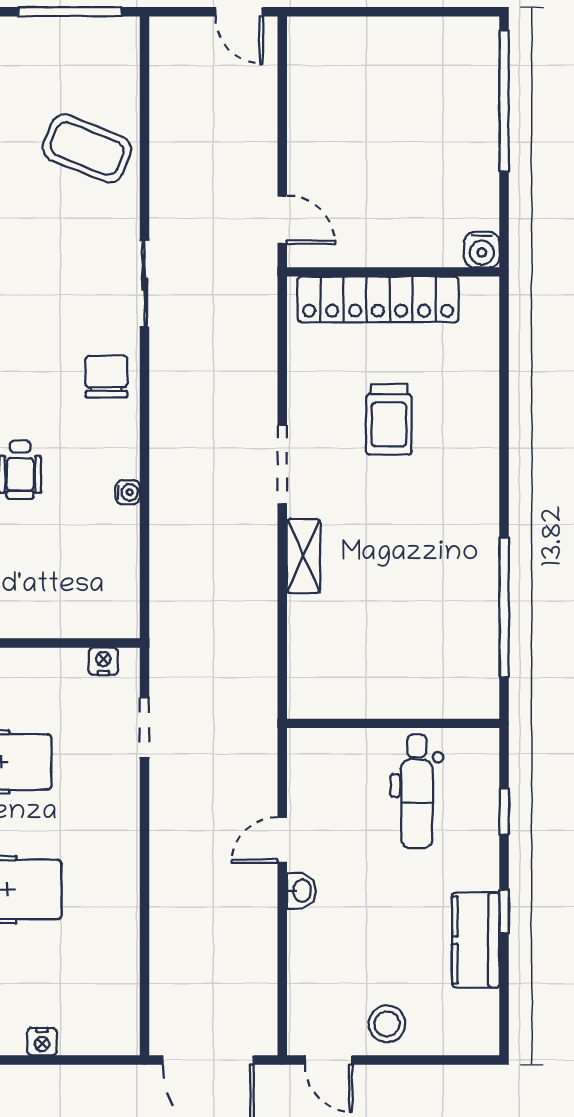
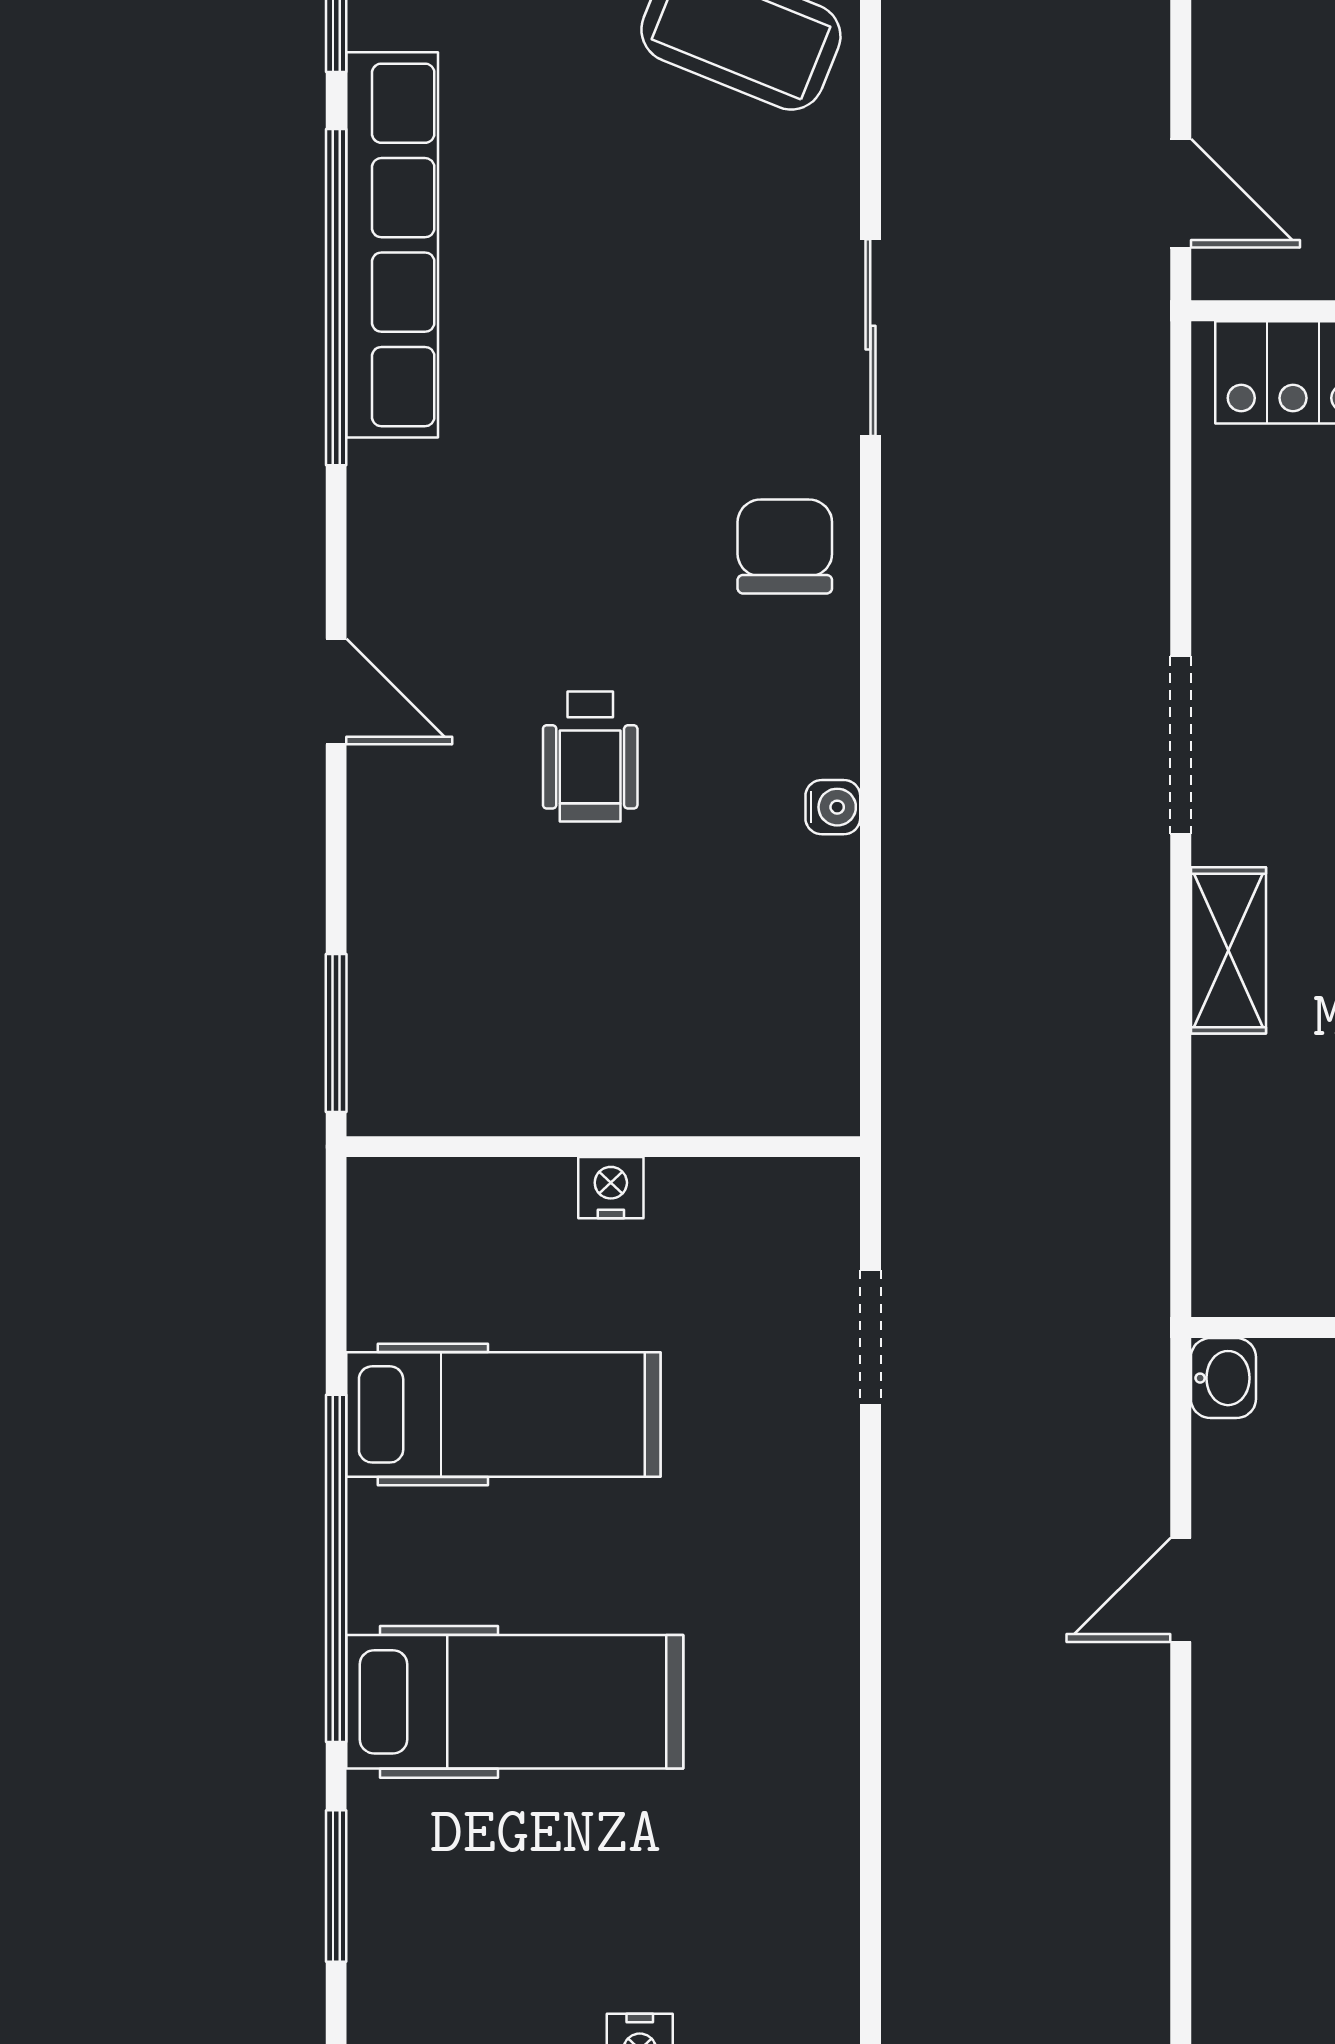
nightstand: (103, 661) -> (611, 1188), moved
washbasin: (301, 891) -> (1223, 1378), moved

